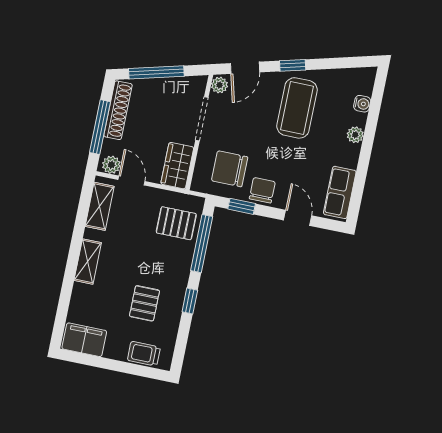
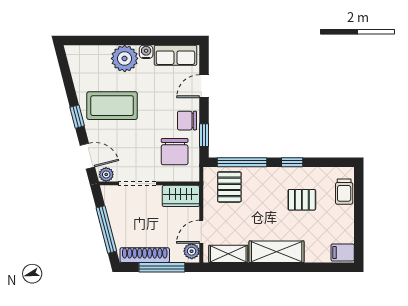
water cooler: (362, 104) -> (146, 52), moved
plant: (355, 135) -> (125, 58), width x1.88, depth x1.88
shelving: (88, 262) -> (277, 252), width x1.50, depth x1.33
filing cabinet: (84, 340) -> (343, 253), width x0.50

